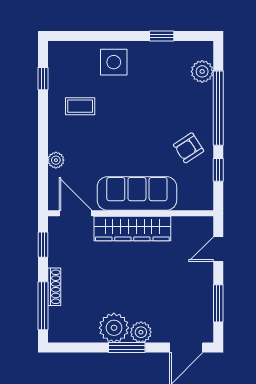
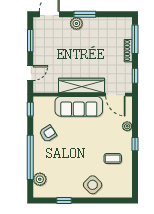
side table: (114, 62) -> (93, 185), turned 45
window: (43, 79) -> (135, 144), moved
window: (218, 170) -> (30, 109), moved
plant: (114, 328) -> (92, 26), removed

